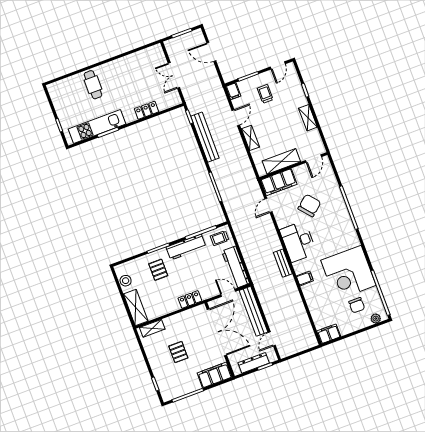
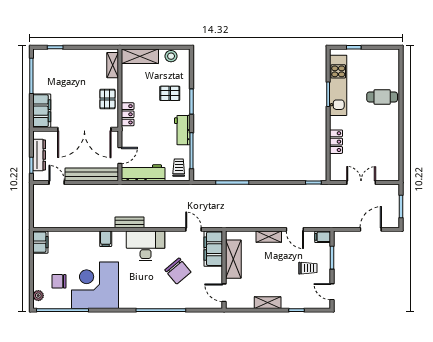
bench: (205, 137) -> (287, 191), removed
workbench: (186, 247) -> (182, 130), width x0.73
pallet: (178, 352) -> (107, 99), moved, turned 90

